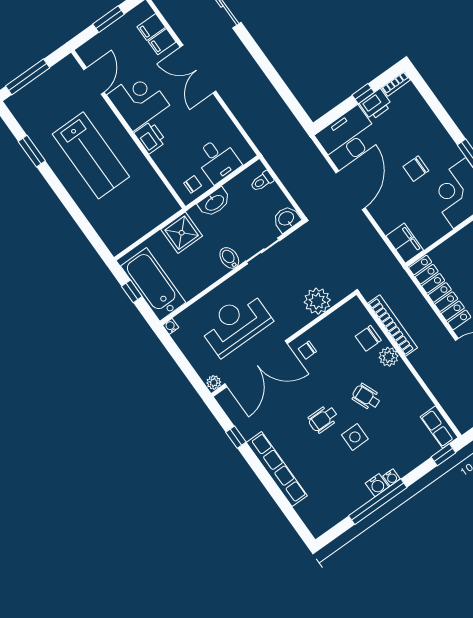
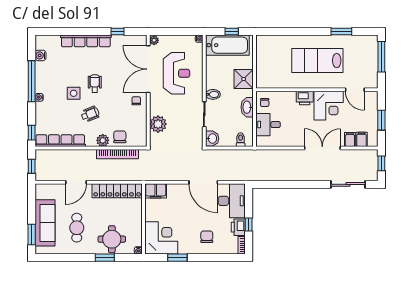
chair: (416, 169) -> (207, 237), moved
row of seats: (439, 427) -> (60, 141), width x2.02
water cooler: (377, 485) -> (40, 55), moved

